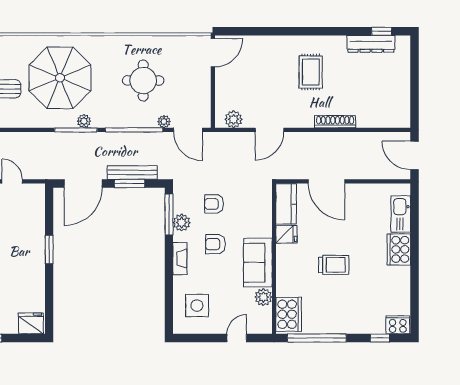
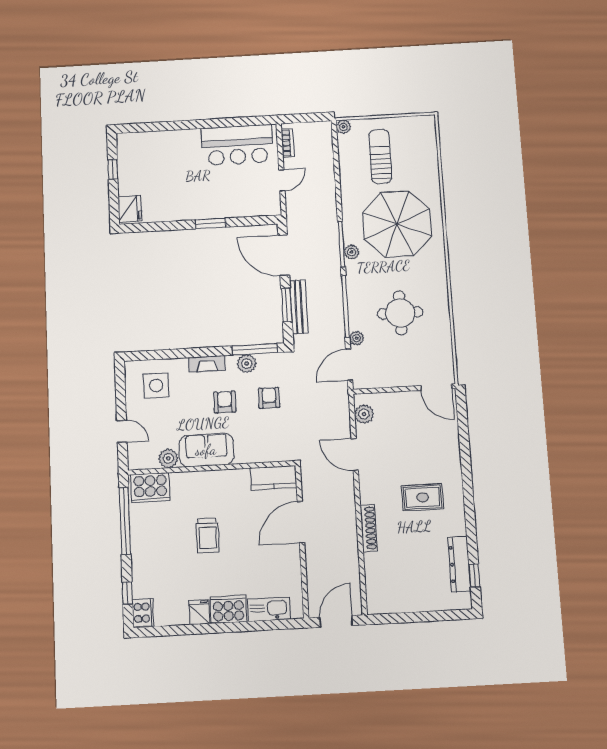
fridge: (286, 234) -> (199, 612), moved, turned 180

